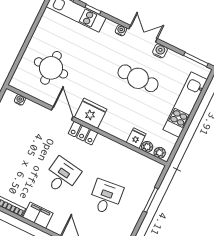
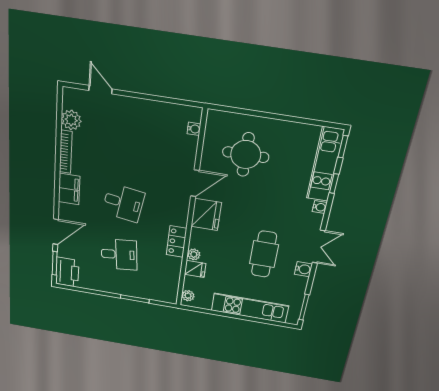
water cooler: (121, 30) -> (320, 207), moved
locker: (83, 133) -> (177, 242), moved
plant: (147, 147) -> (194, 254), moved

